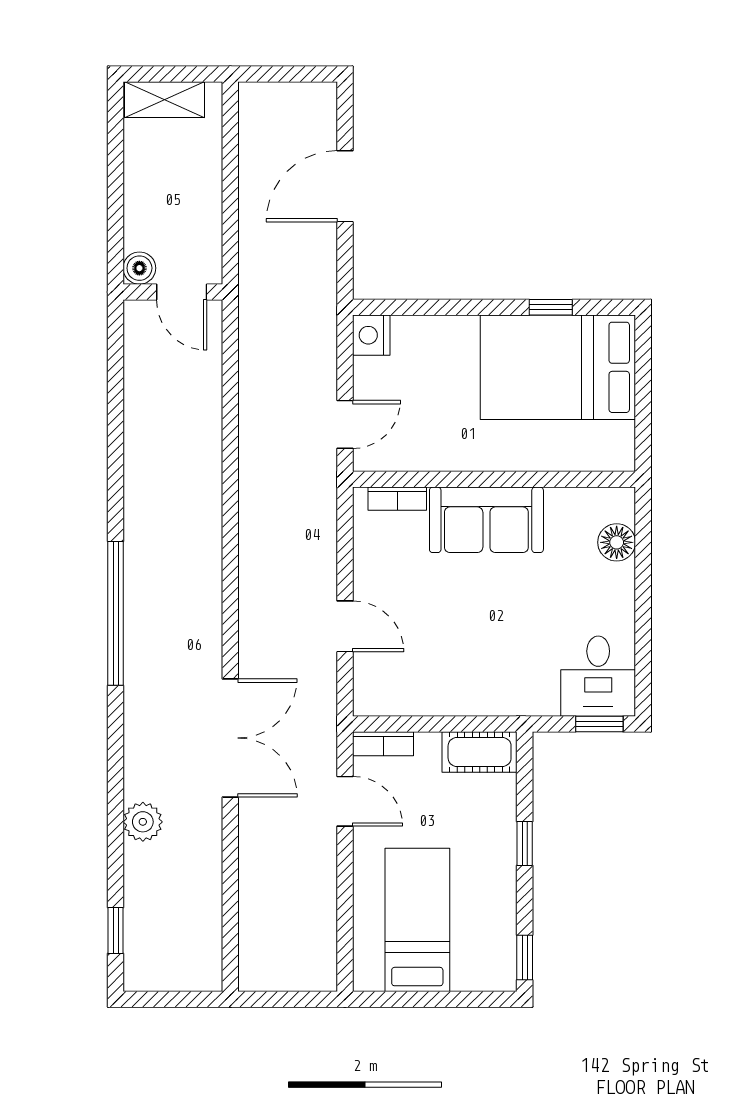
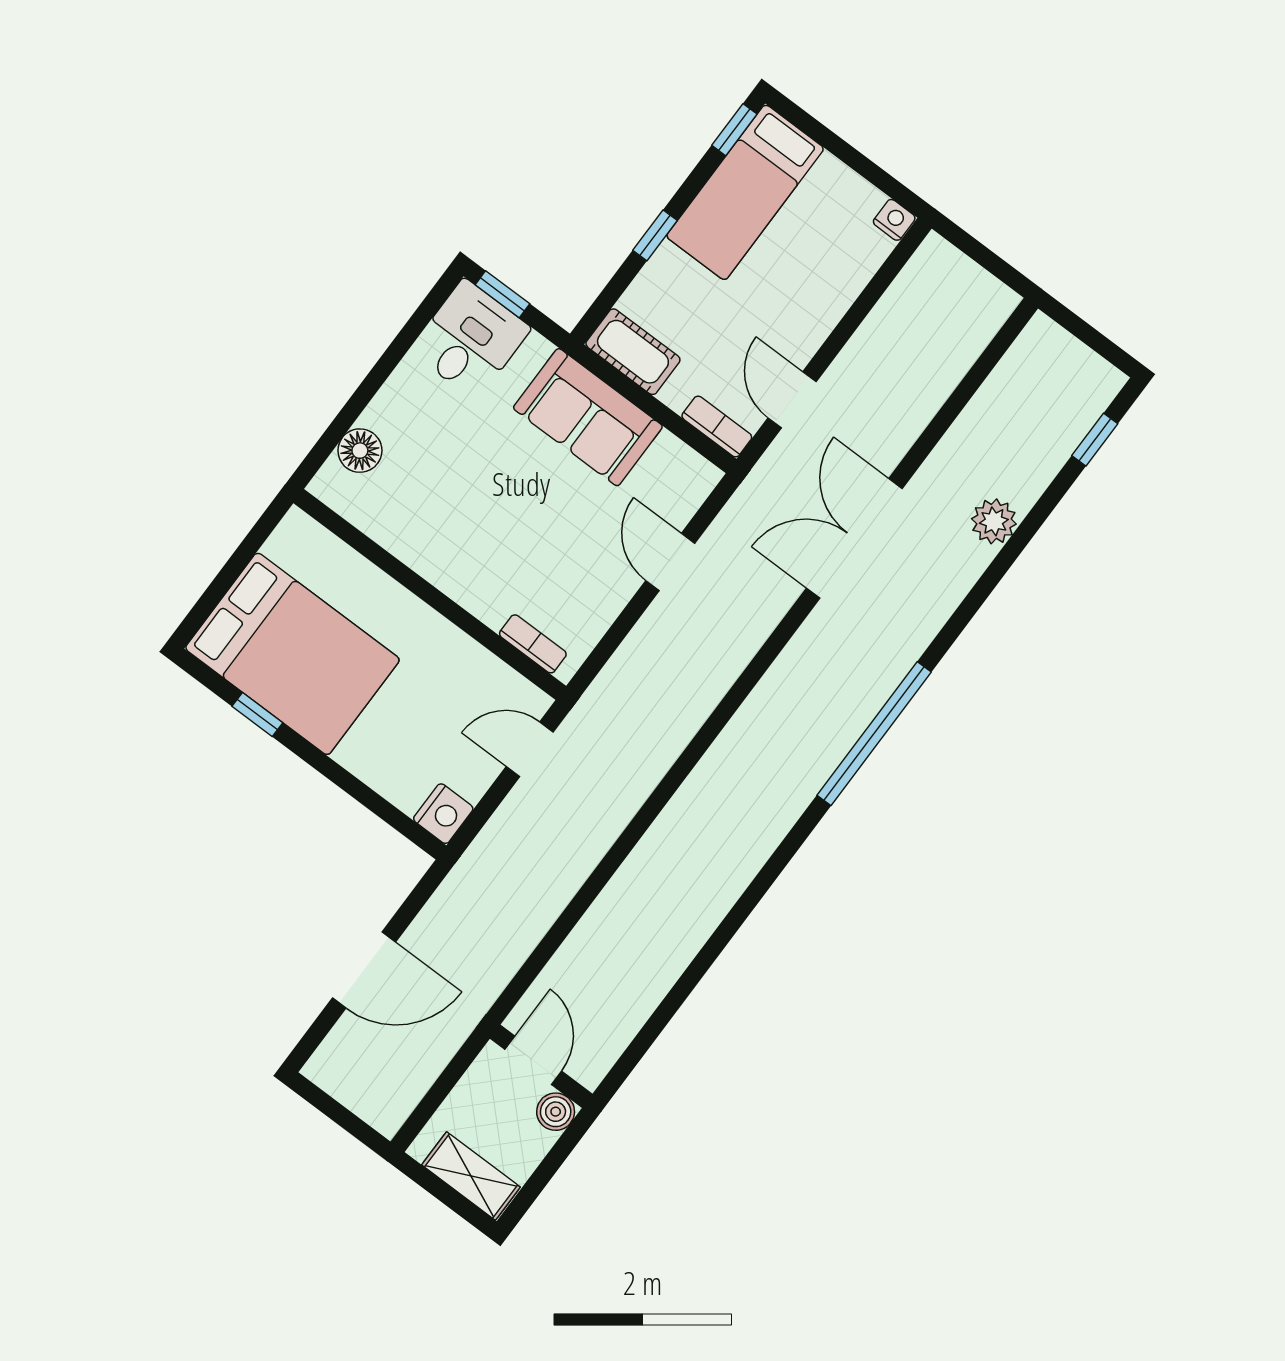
boiler: (139, 268) -> (556, 1112), moved
wall: (173, 292) -> (541, 1066), moved
door: (182, 292) -> (533, 1060), moved
sofa: (486, 520) -> (588, 417), moved, turned 180
bed: (417, 920) -> (745, 192), moved
nightstand: (368, 978) -> (894, 220), added

